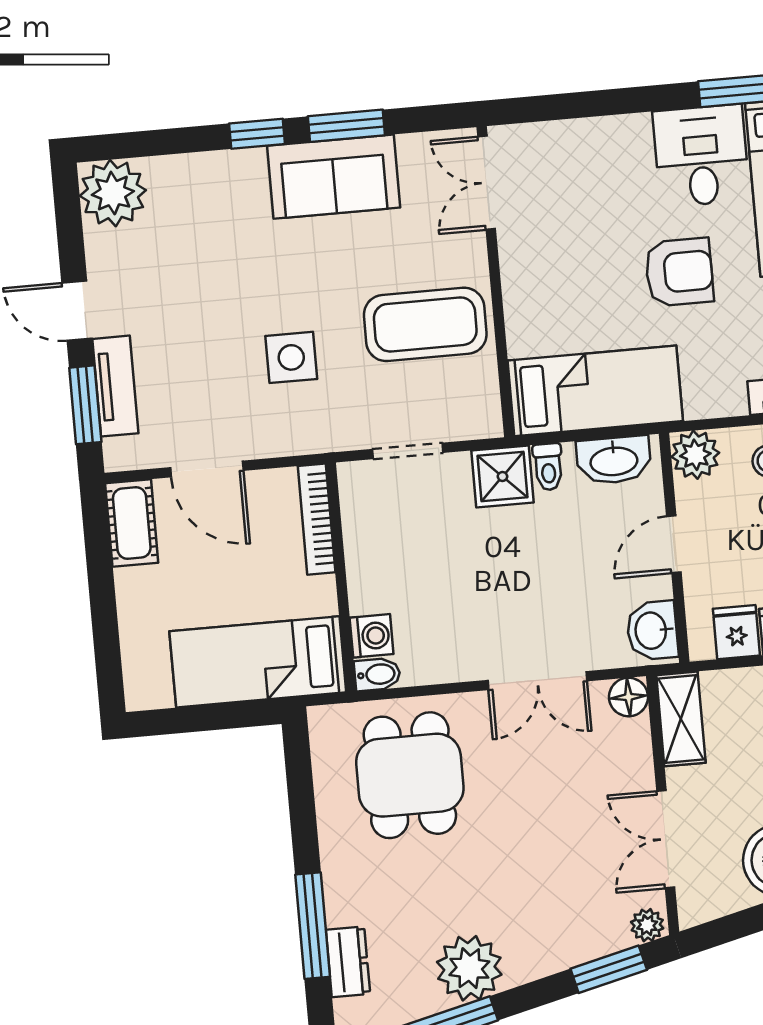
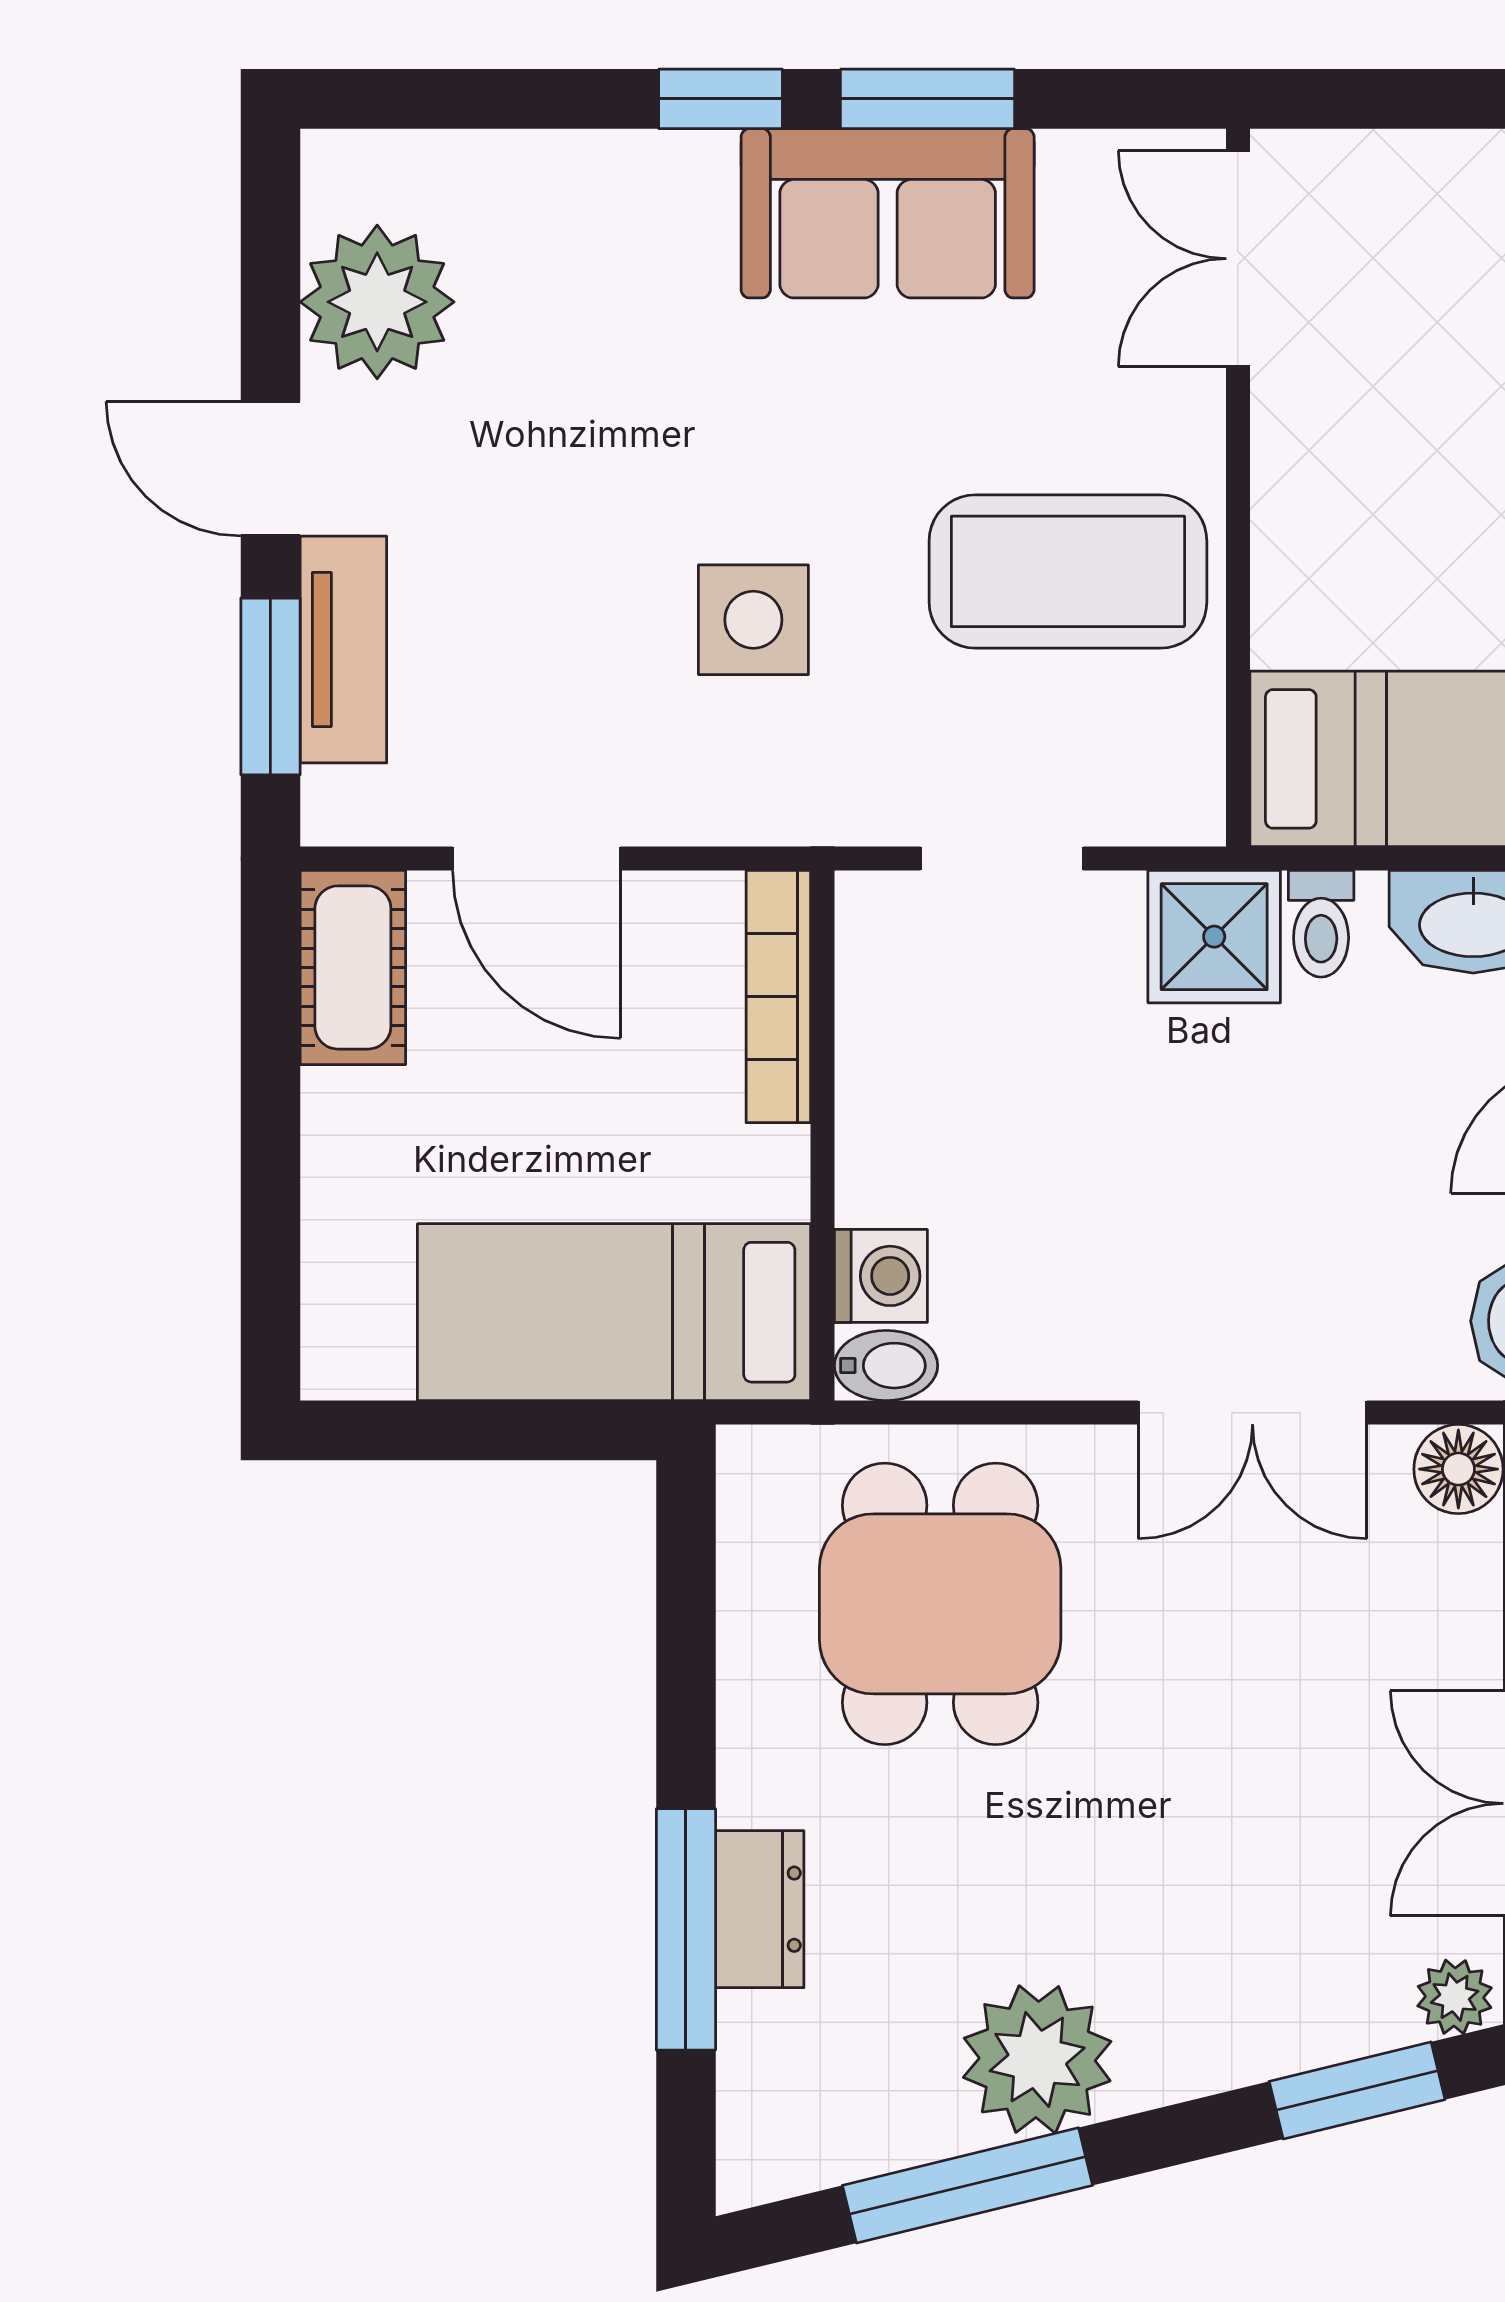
plant: (113, 193) -> (377, 302), moved
dresser: (348, 962) -> (760, 1909), moved

